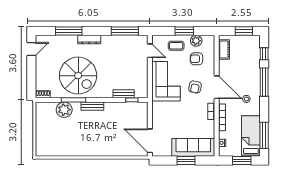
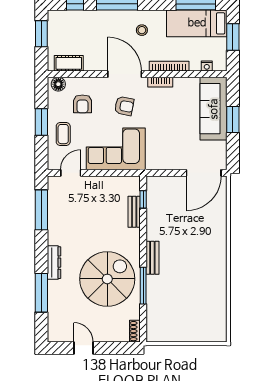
plant: (196, 41) -> (56, 104), removed
floor lamp: (210, 42) -> (58, 84), added
door: (31, 49) -> (83, 348), moved
door: (217, 87) -> (125, 74), hinge flipped
plant: (64, 110) -> (158, 300), removed

